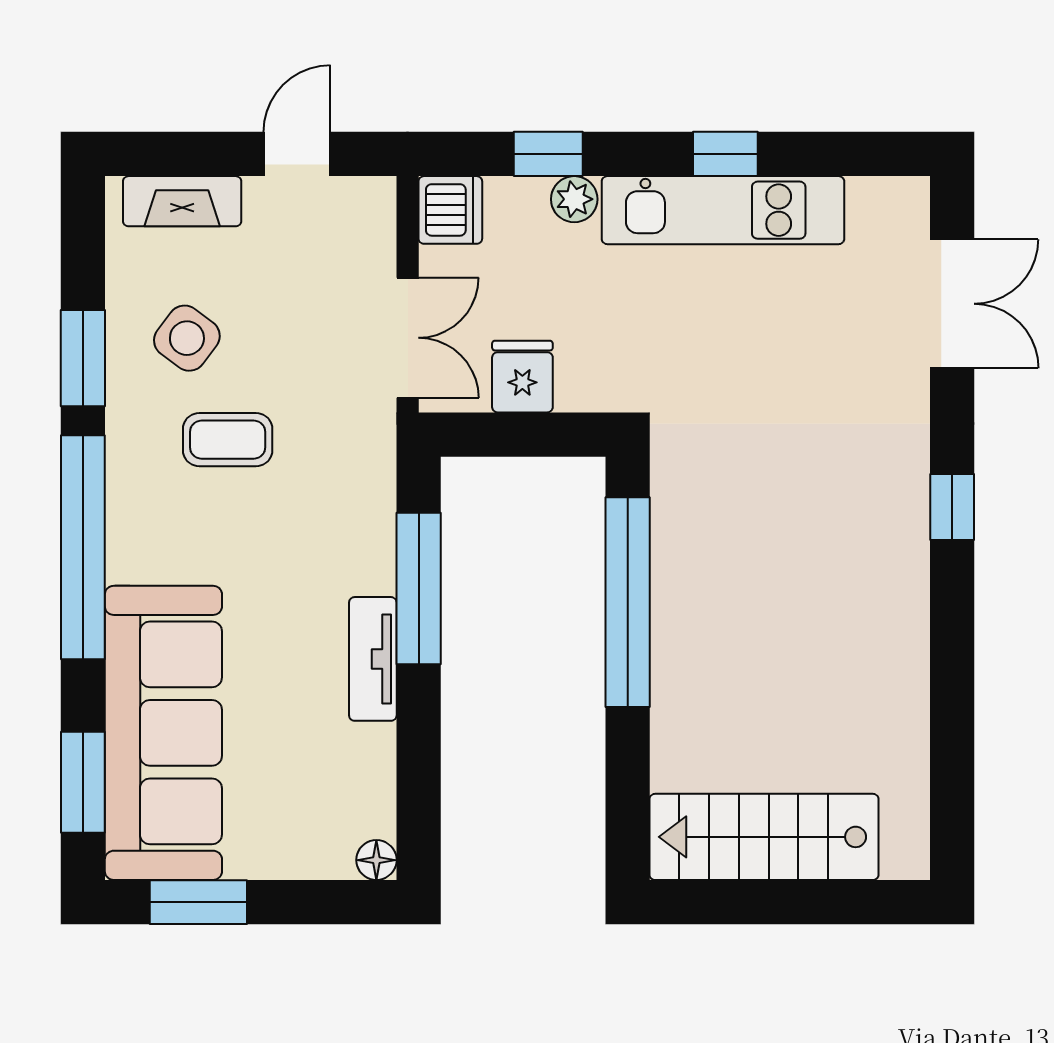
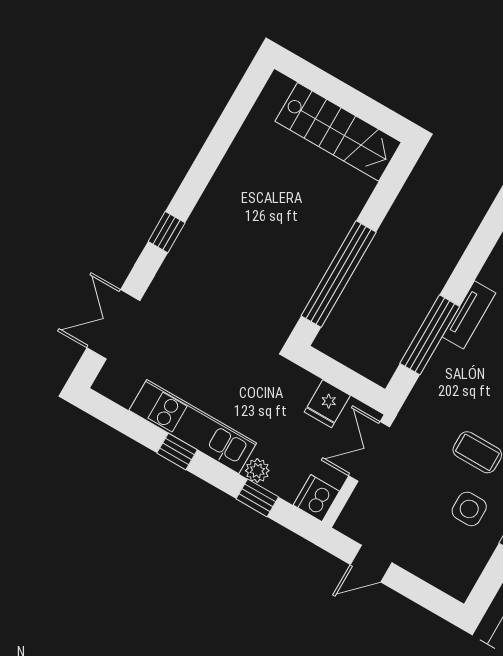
fireplace: (182, 201) -> (436, 572), removed
side table: (187, 338) -> (469, 509), turned -37

